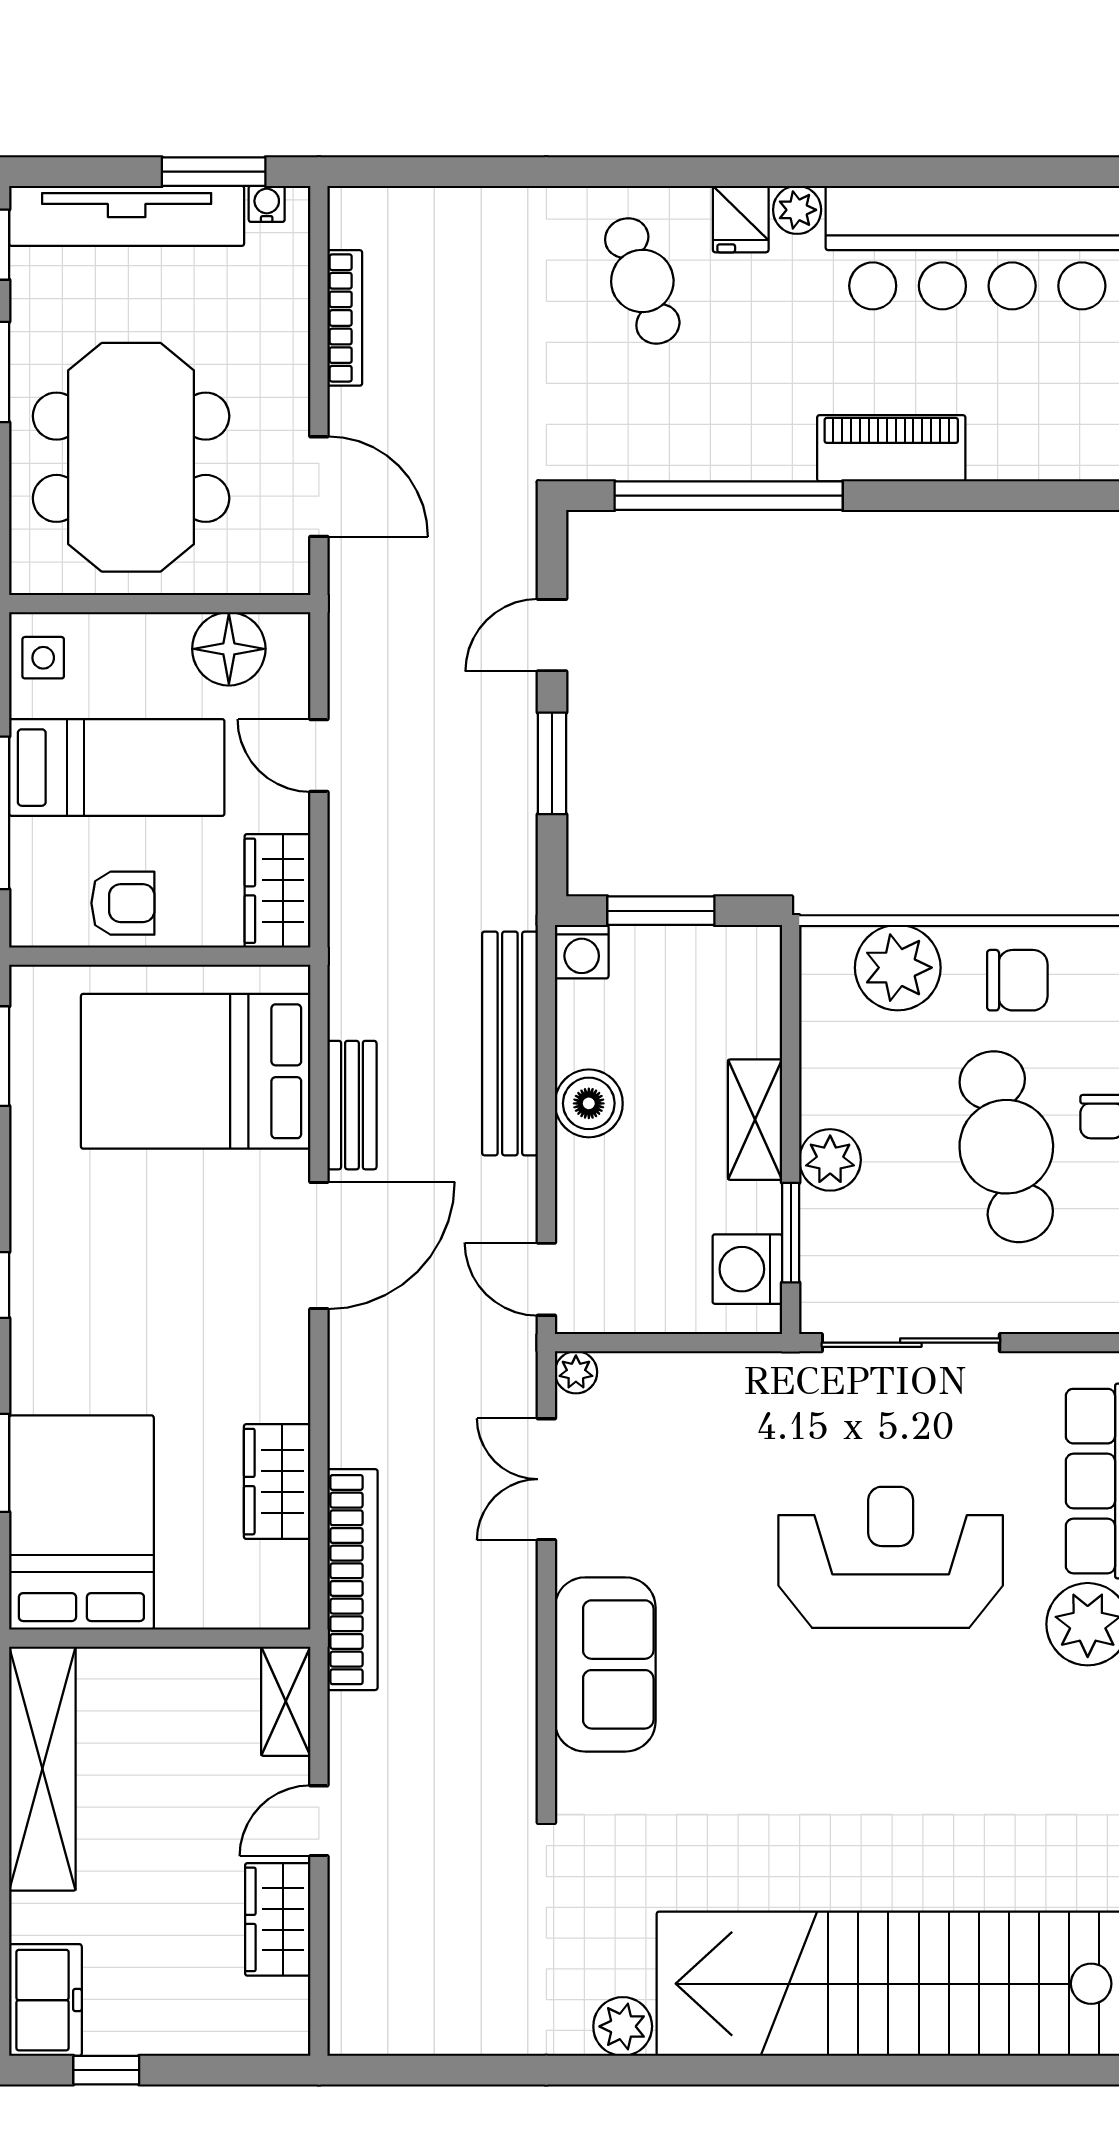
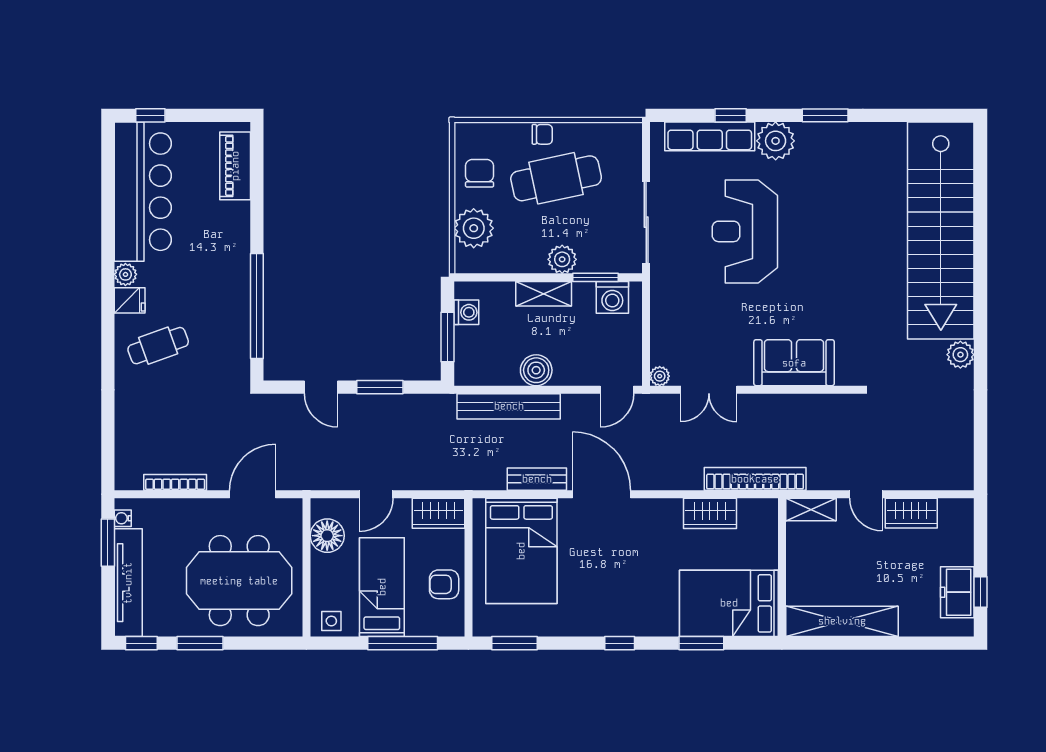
piano: (891, 448) -> (235, 166), moved
armchair: (123, 903) -> (444, 584), turned -90
washing machine: (582, 952) -> (466, 312), moved
freezer: (45, 2000) -> (957, 592), moved, turned -90

